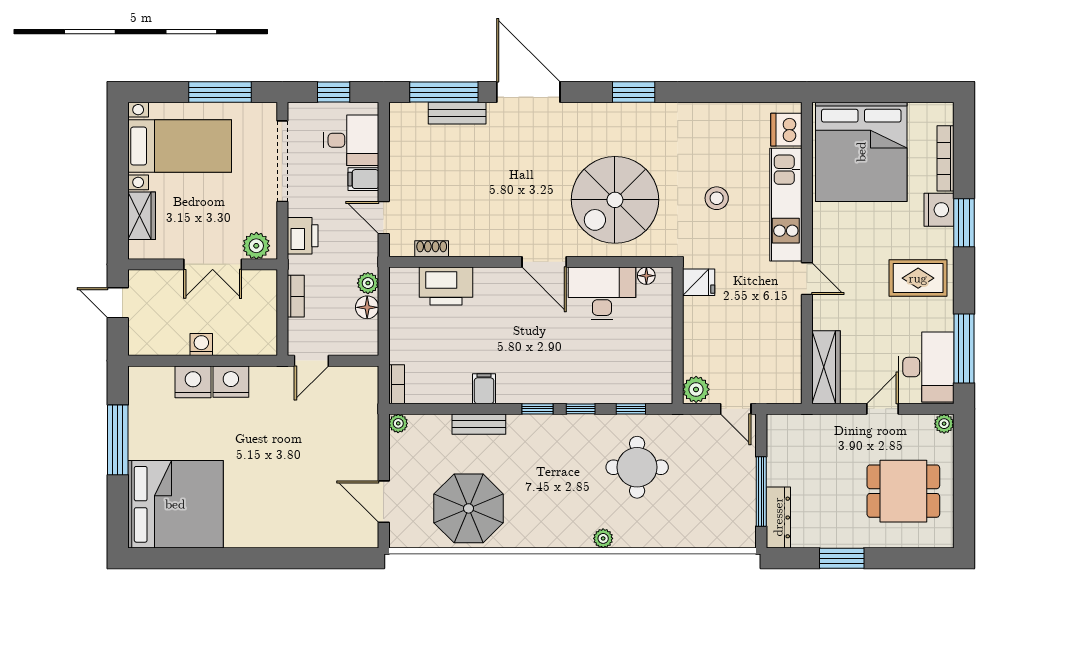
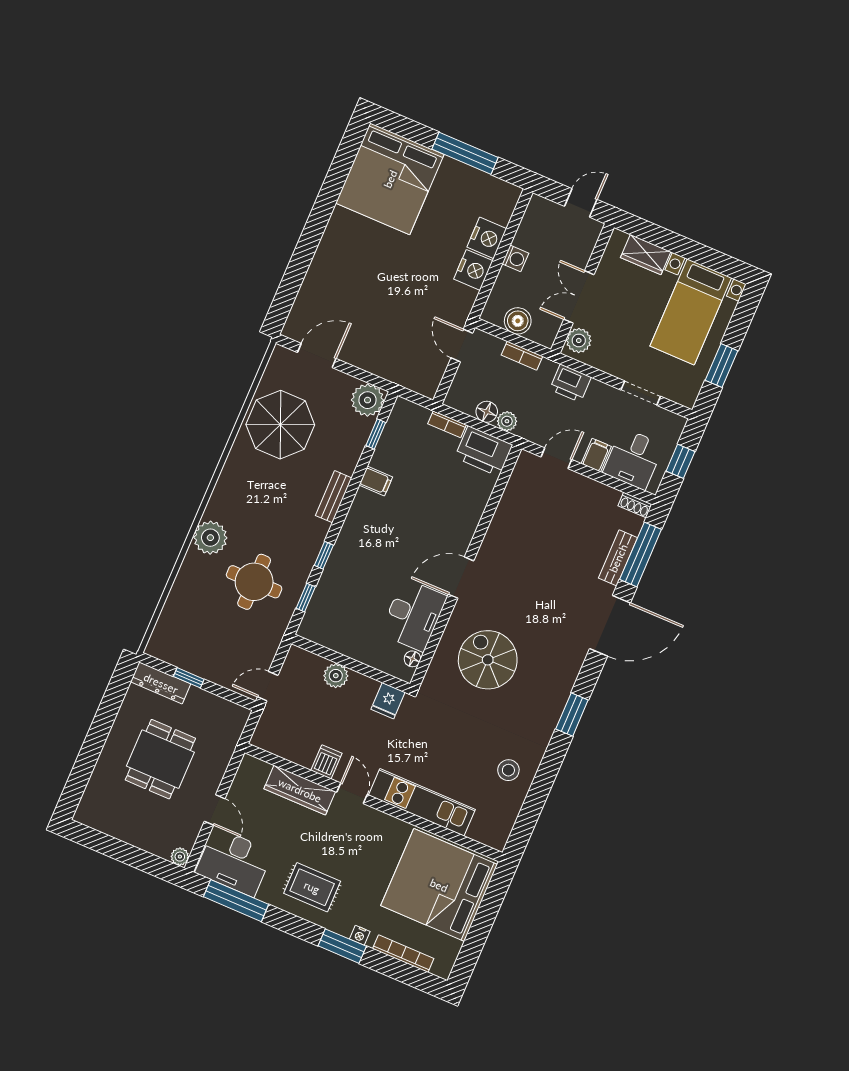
window: (220, 92) -> (722, 366), width x0.69
dishwasher: (786, 130) -> (326, 762), moved, width x0.73
doorway: (282, 161) -> (641, 393), width x0.53
stool: (717, 198) -> (508, 770), moved
spiral stairs: (615, 200) -> (488, 660), width x0.73, depth x0.73
nightstand: (939, 210) -> (360, 935), width x0.53, depth x0.56
shoe rack: (432, 249) -> (635, 505), moved, turned 90
rug: (918, 278) -> (312, 887), turned 90
door: (807, 279) -> (352, 793), swing flipped
printer: (446, 286) -> (484, 451), moved, turned -90
boiler: (263, 315) -> (518, 321), added
wardrobe: (826, 367) -> (300, 790), moved
bookcase: (397, 384) -> (447, 424), moved
plant: (696, 389) -> (336, 676), moved
window: (538, 409) -> (376, 434), moved
plant: (398, 423) -> (368, 400), width x1.88, depth x1.88
bench: (479, 424) -> (334, 497), moved
window: (761, 491) -> (189, 678), width x0.46
dining table: (903, 491) -> (160, 759), moved
plant: (603, 538) -> (210, 538), width x1.88, depth x1.88
window: (842, 558) -> (103, 722), removed

